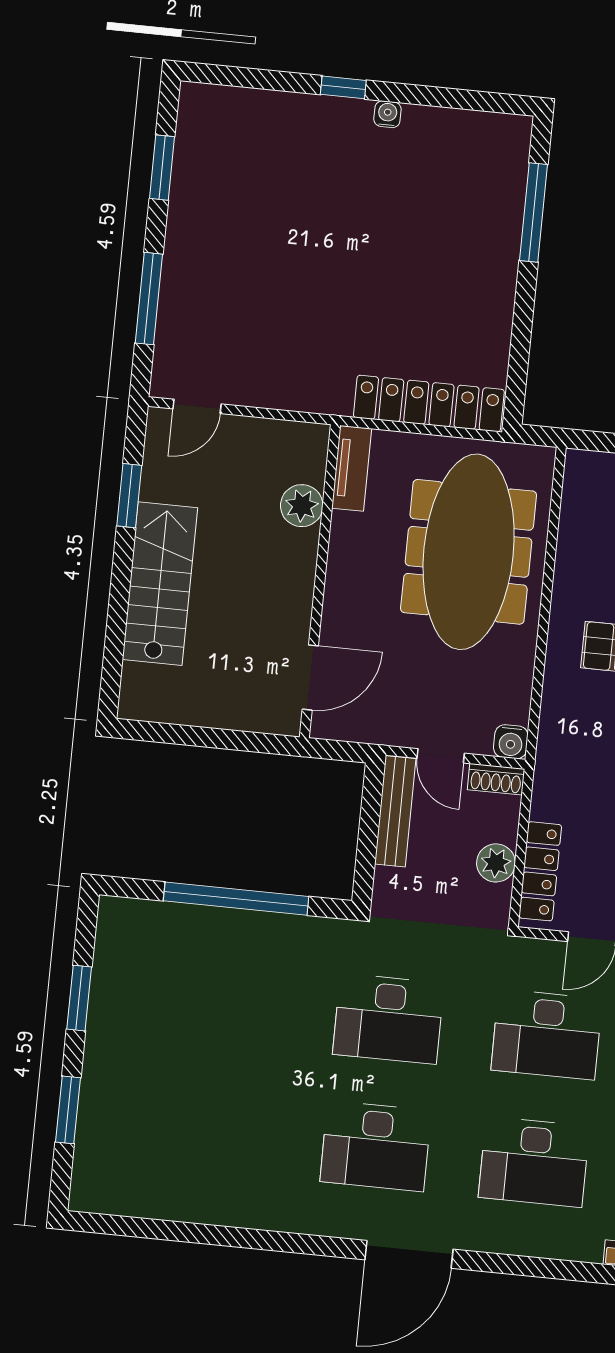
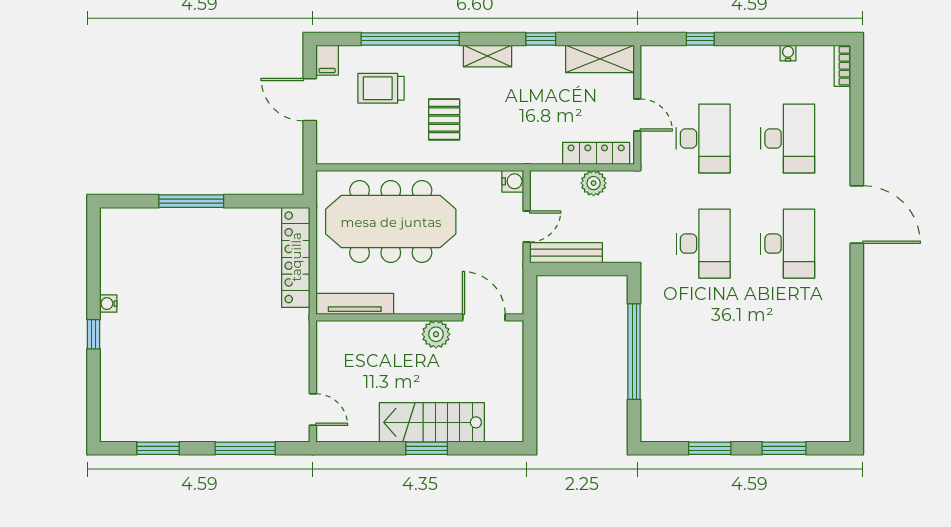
window: (533, 212) -> (191, 201), moved
tv unit: (352, 468) -> (355, 304), width x1.41
window: (129, 496) -> (427, 448), moved
plant: (302, 506) -> (436, 334), moved
shoe rack: (496, 779) -> (538, 189), removed

